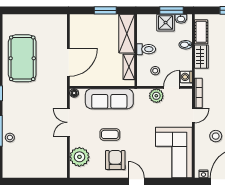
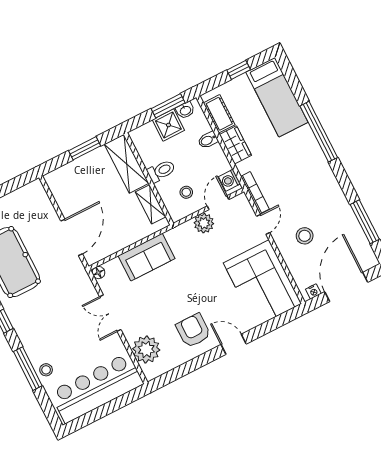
sofa: (109, 99) -> (147, 257), width x0.73
coffee table: (110, 134) -> (170, 302), removed
bar counter: (36, 165) -> (97, 388), added

